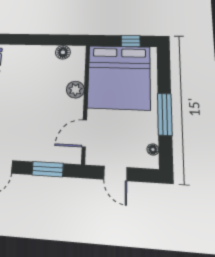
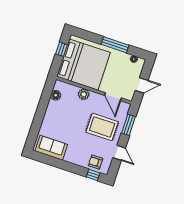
rug: (34, 130) -> (102, 127), added

